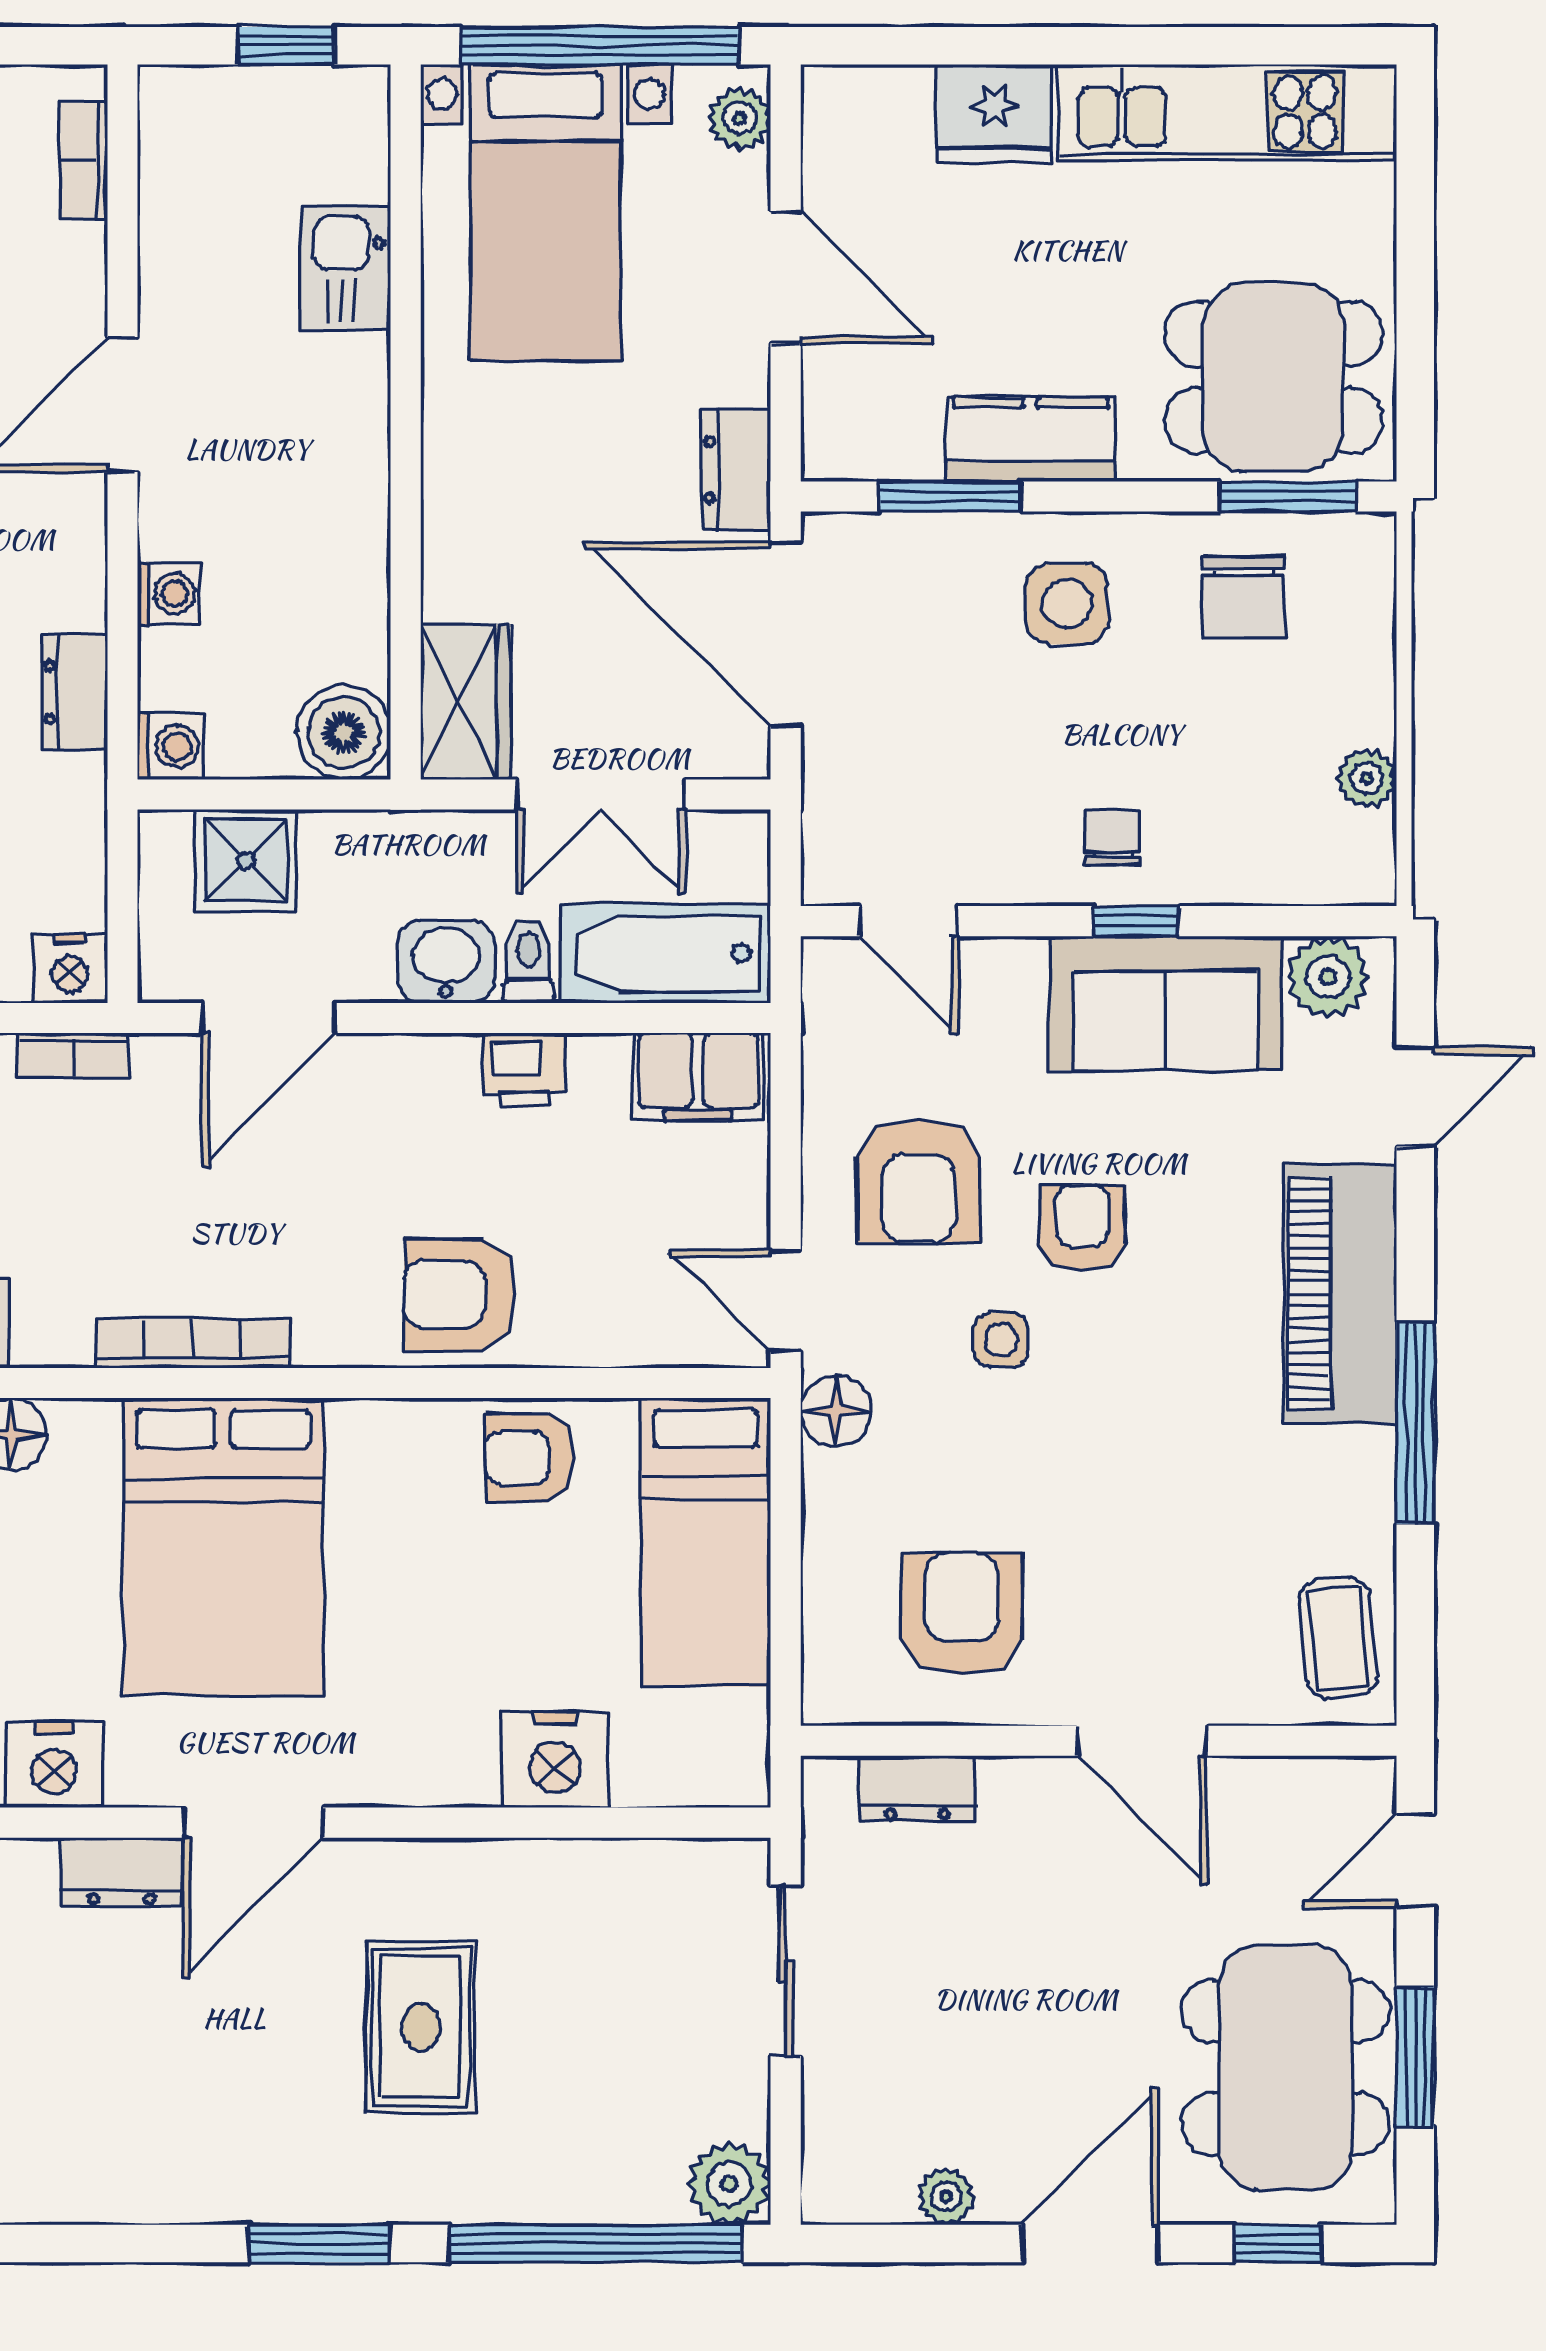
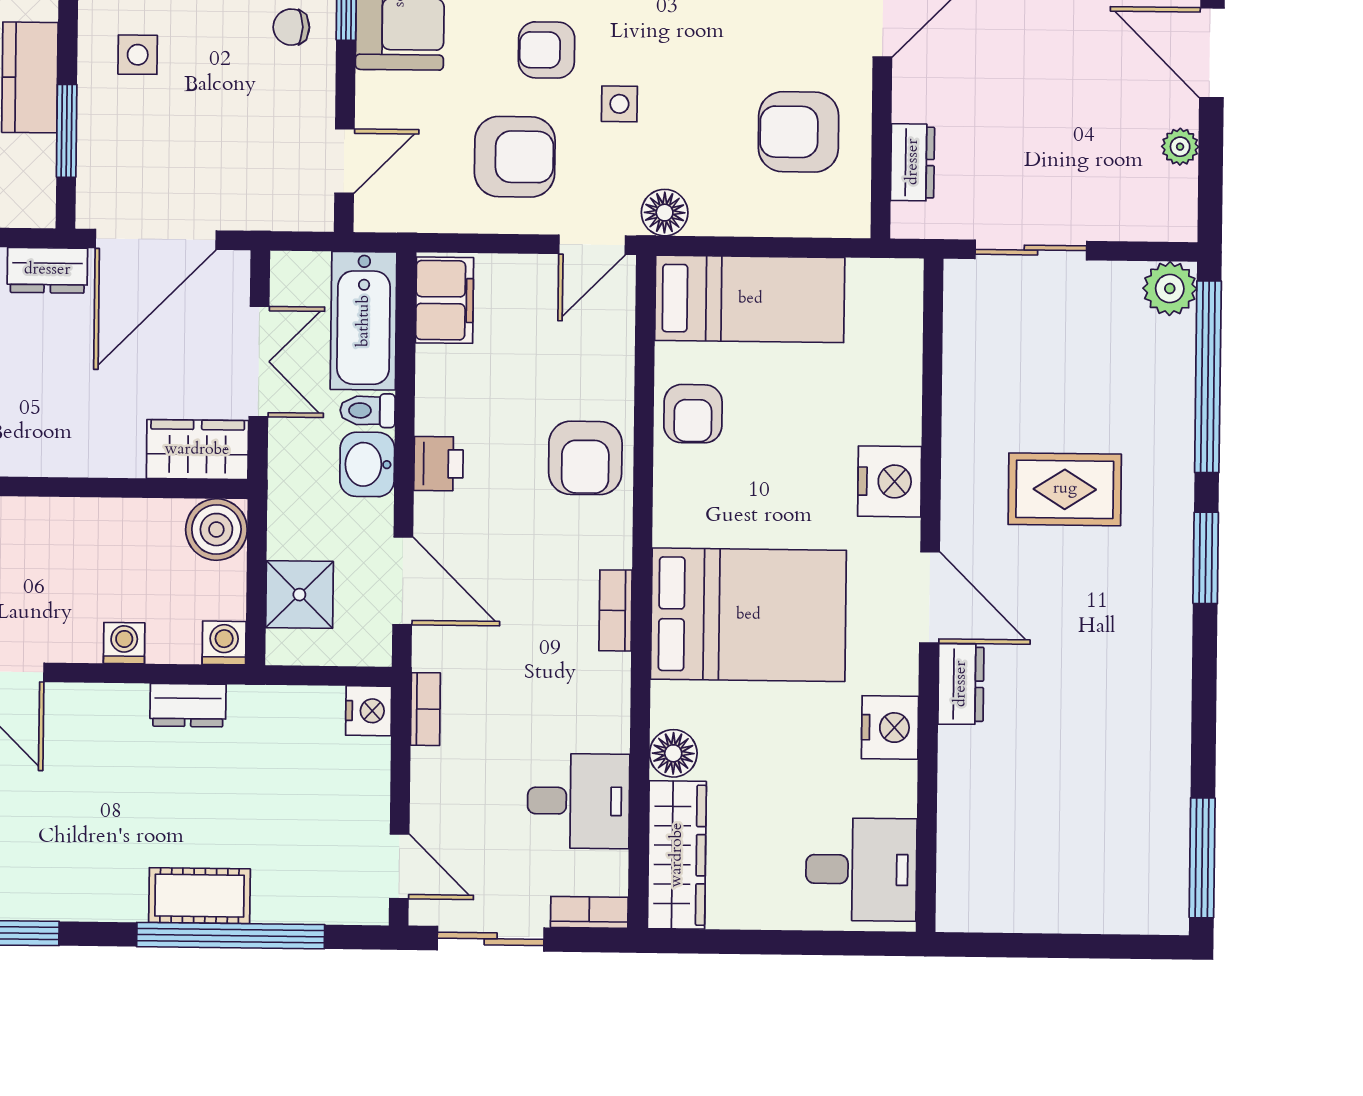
side table: (1067, 603) -> (138, 55), width x0.73, depth x0.73
printer: (525, 1070) -> (438, 464), moved
bookcase: (193, 1343) -> (616, 610), width x0.64
nightstand: (555, 1759) -> (890, 481), moved

